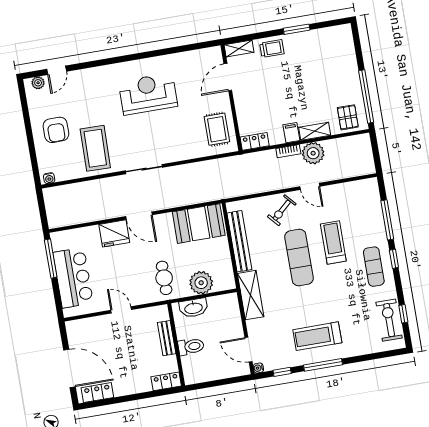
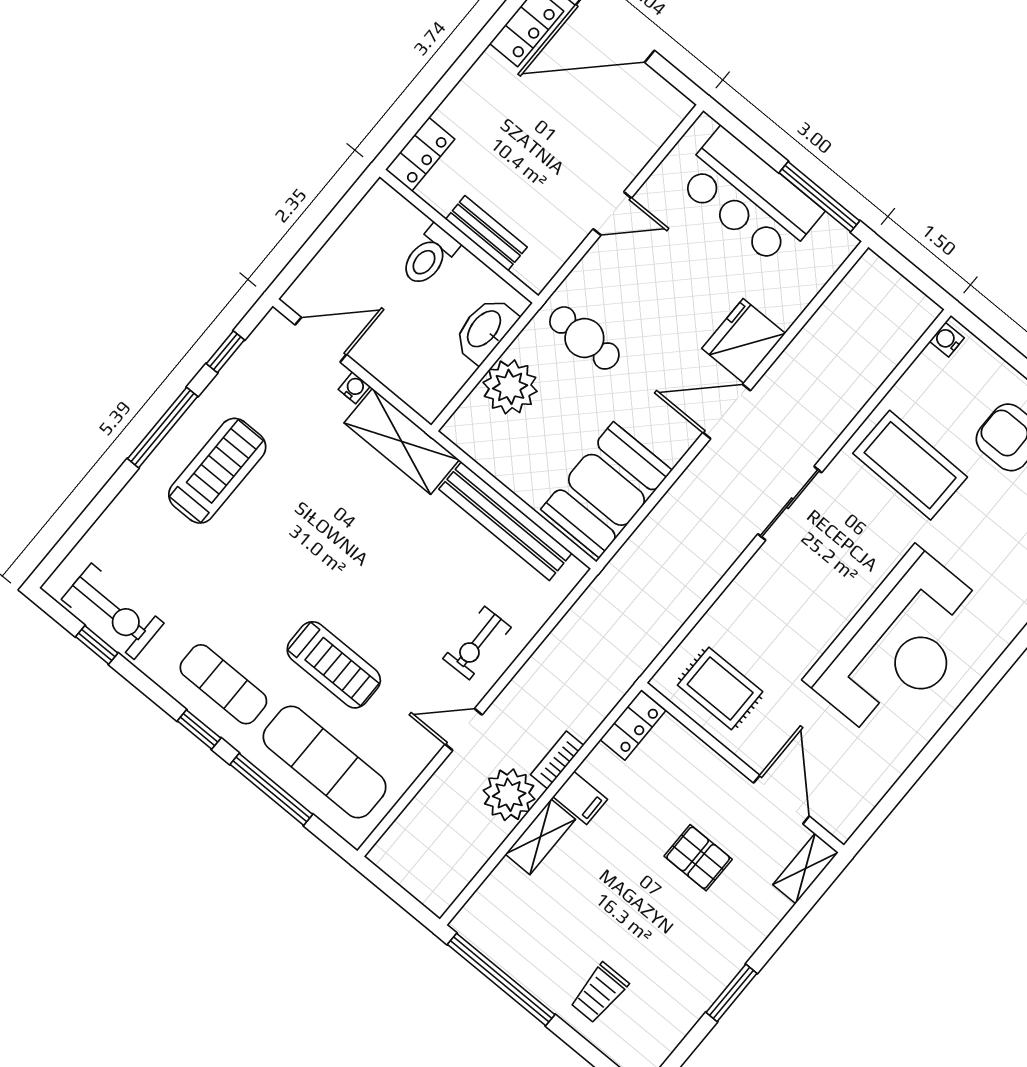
trolley: (272, 48) -> (599, 993), moved
reception desk: (148, 94) -> (899, 645), width x1.36, depth x1.30
pallet: (348, 117) -> (698, 858), moved
exercise bike: (282, 210) -> (477, 643), turned -139
exercise mat: (299, 258) -> (325, 762), moved
water cooler: (258, 368) -> (354, 388), moved

